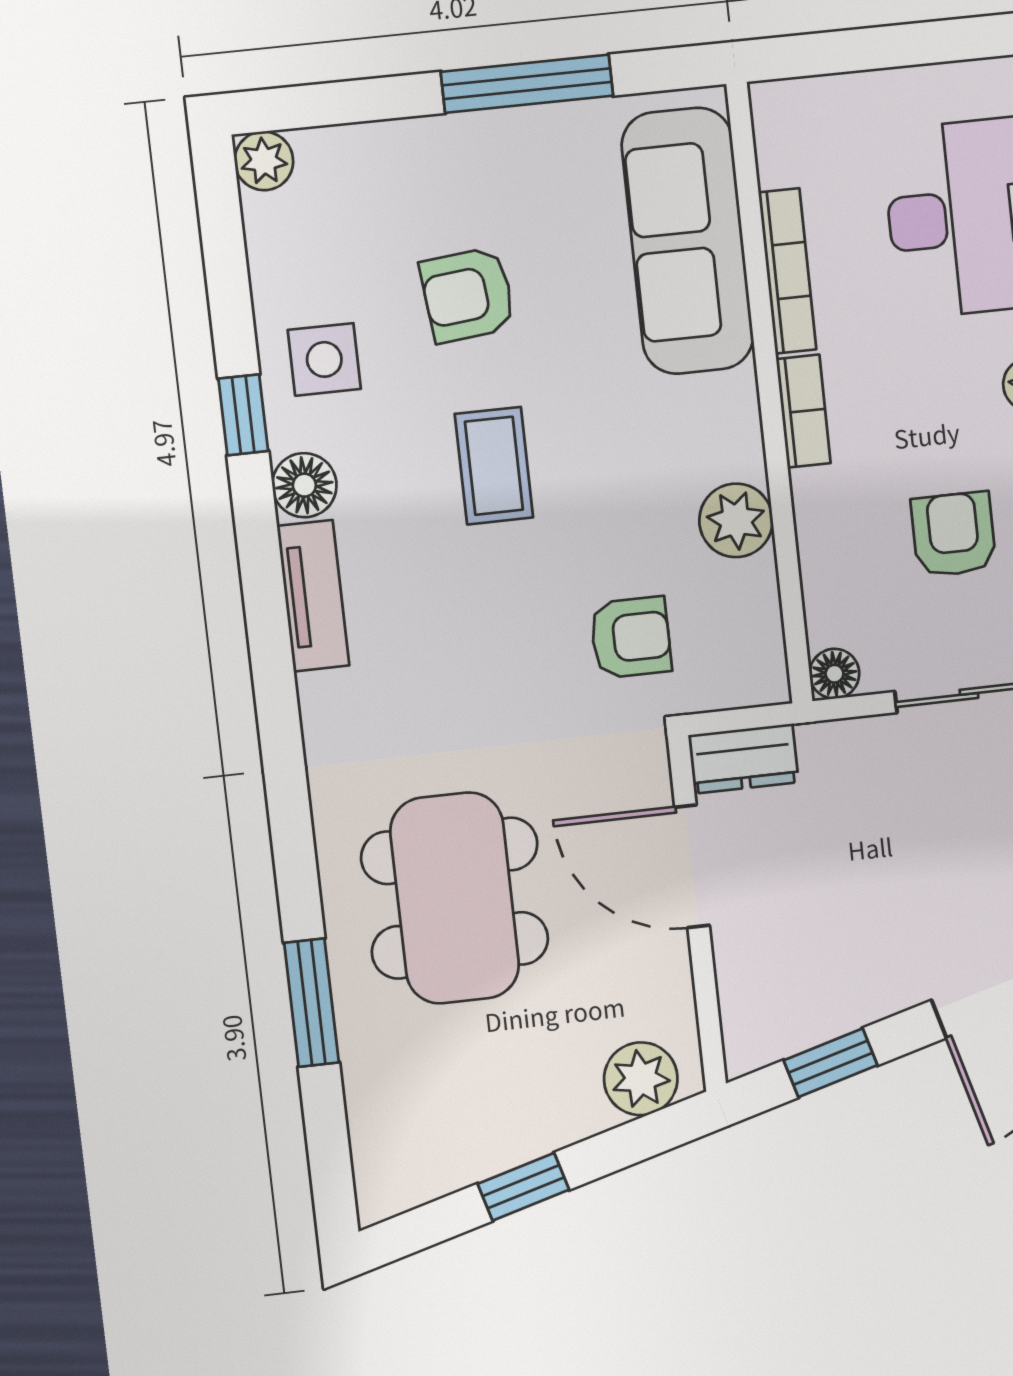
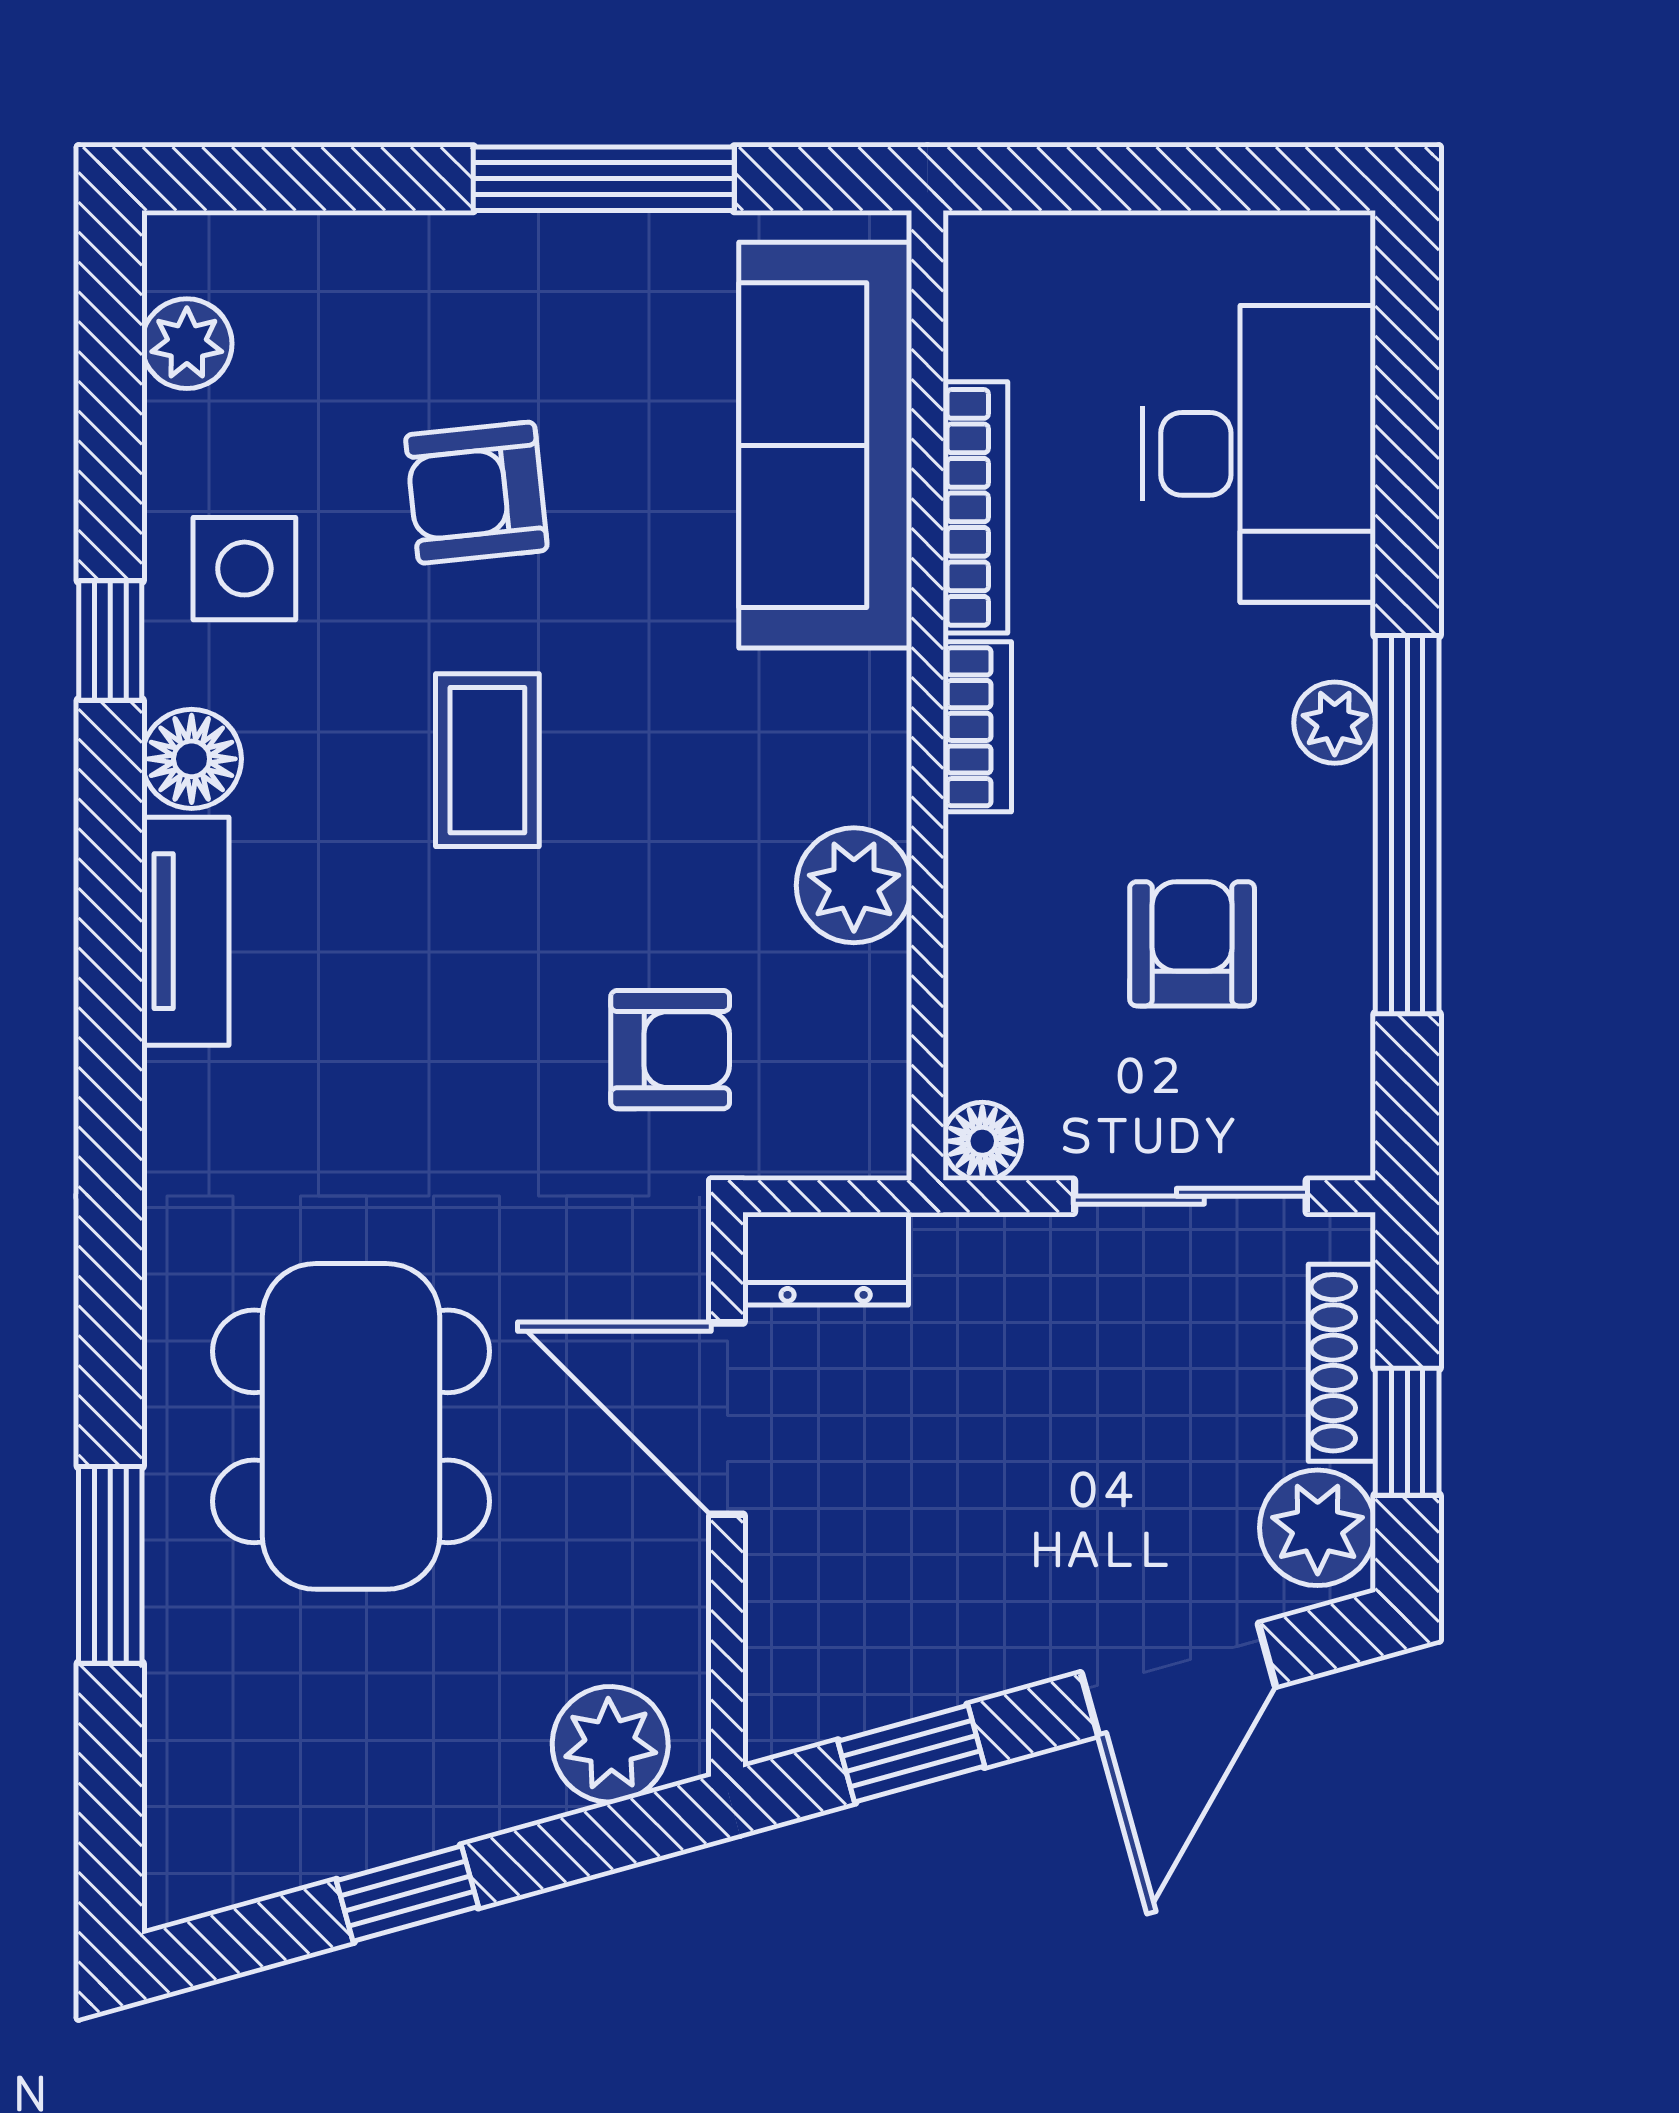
plant: (264, 161) -> (187, 344), moved

